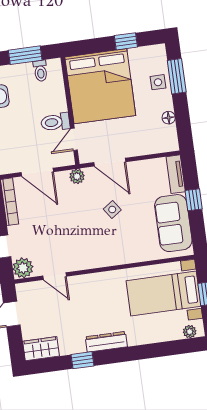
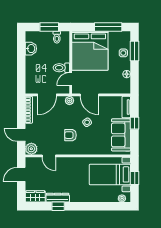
window: (126, 41) -> (108, 27), width x2.17
door: (37, 172) -> (47, 95), hinge flipped
armchair: (87, 235) -> (70, 135), added
dresser: (106, 342) -> (58, 198), moved

